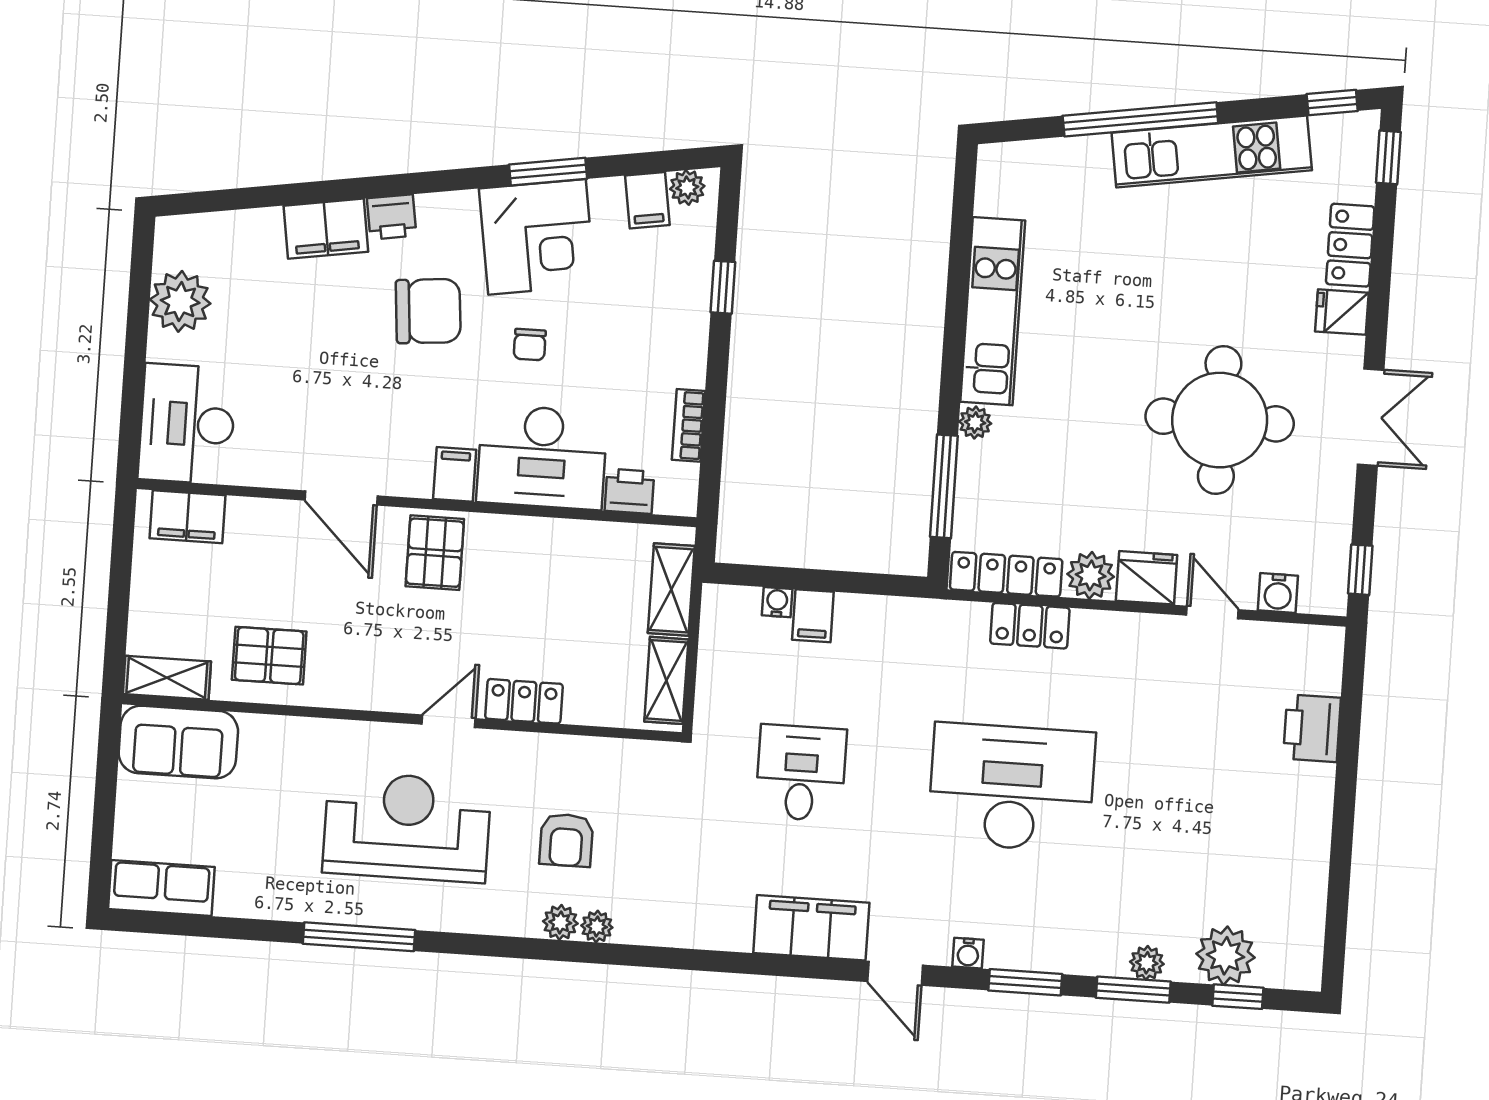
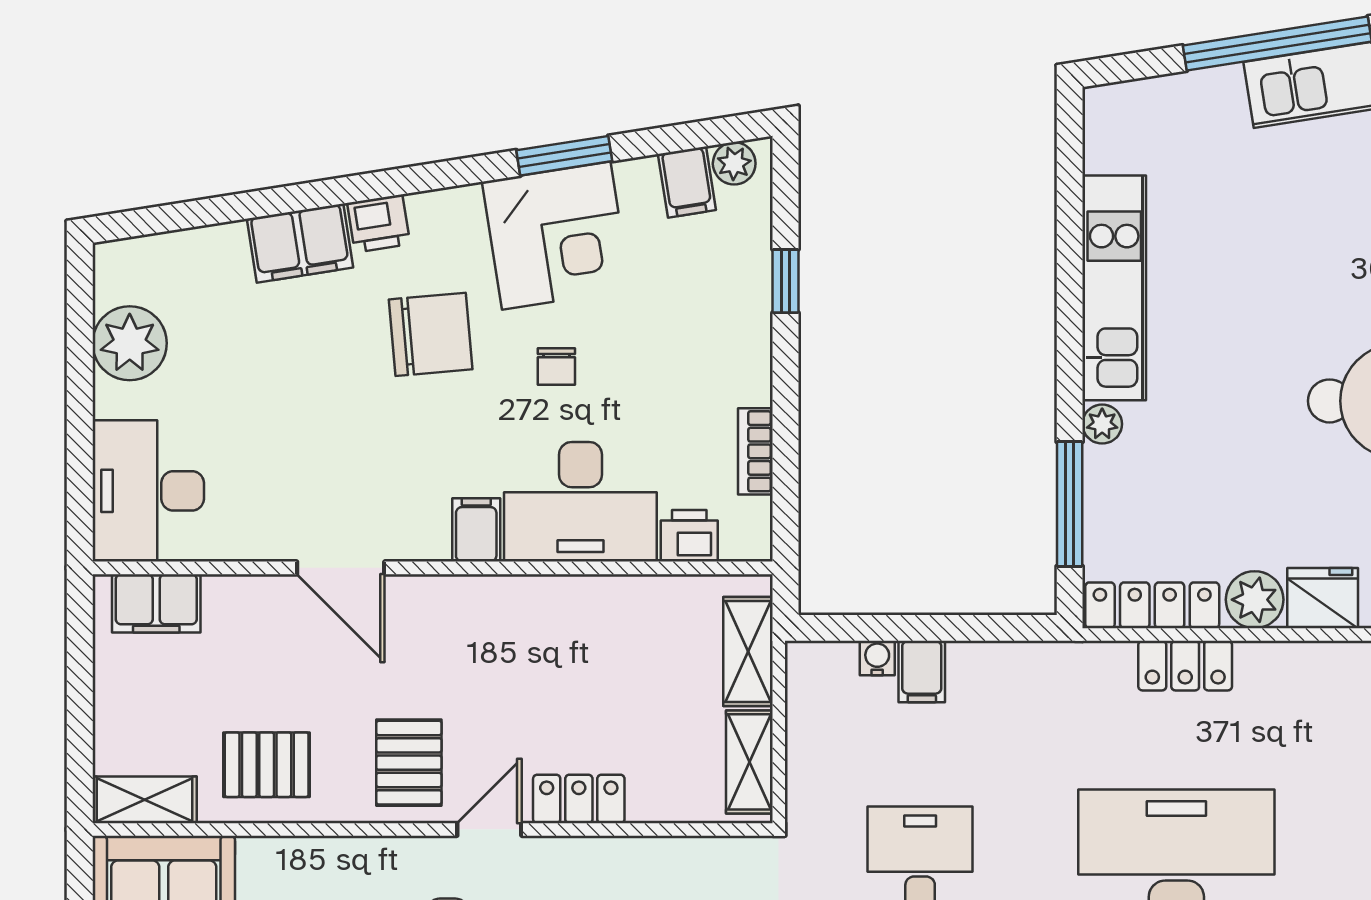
pallet: (435, 553) -> (409, 763), moved

